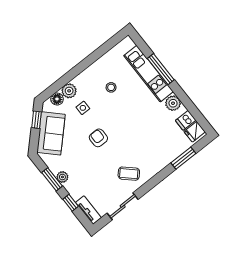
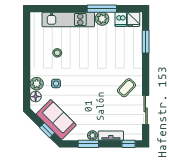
window: (161, 69) -> (102, 9), moved
window: (37, 120) -> (47, 130), moved
armchair: (98, 138) -> (85, 89), removed
window: (71, 203) -> (129, 144), moved
tv unit: (88, 210) -> (111, 136), moved

